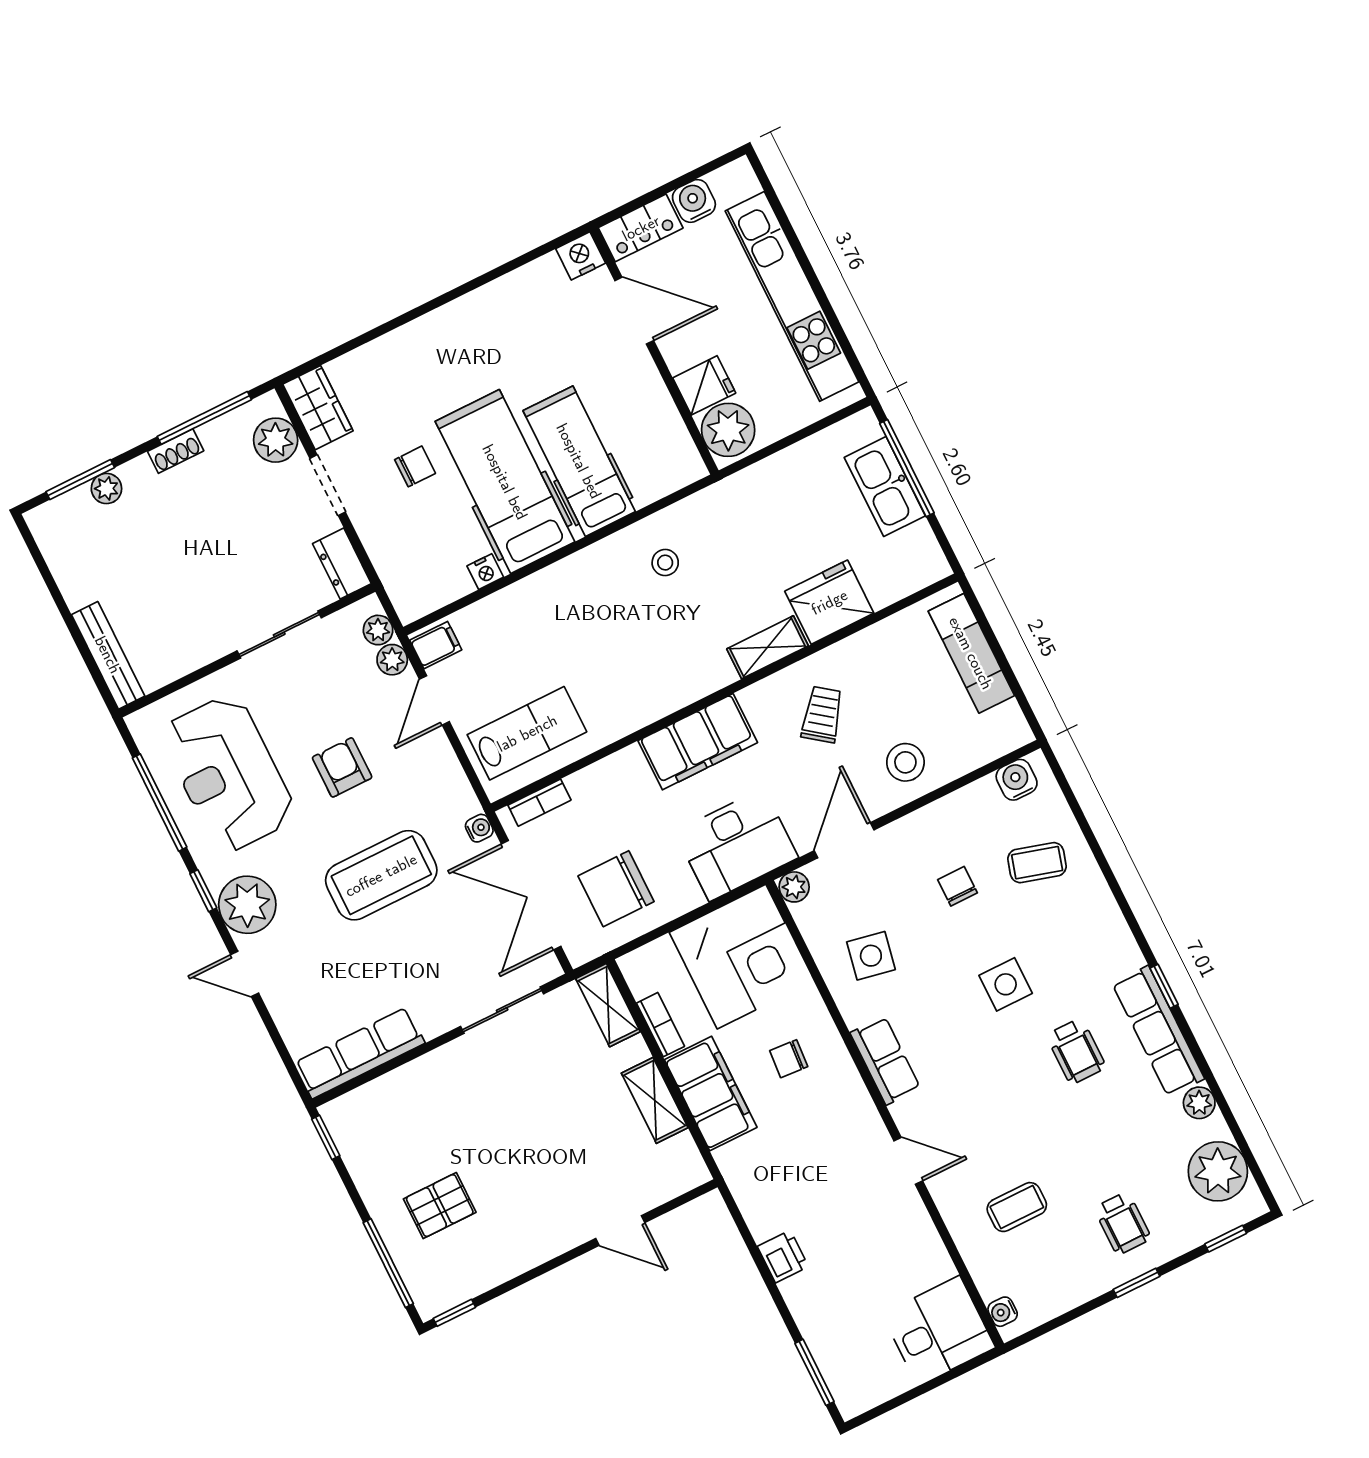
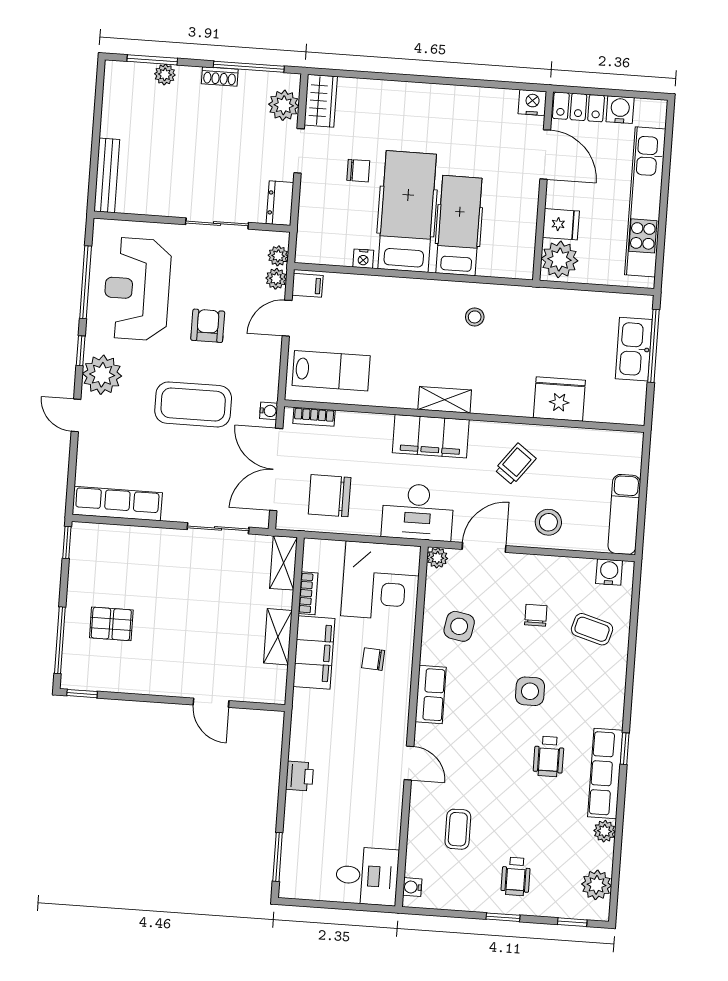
shelving: (767, 647) -> (445, 400), moved
exam couch: (971, 653) -> (624, 514), moved
plant: (1218, 1171) -> (597, 885), width x0.73, depth x0.73
coffee table: (1017, 1207) -> (458, 829), turned 90

